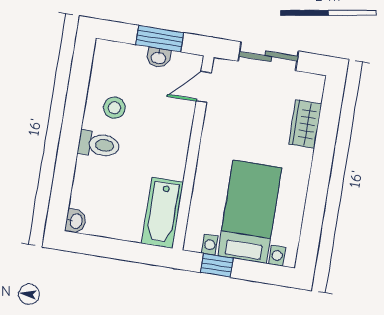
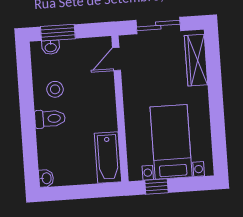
window: (160, 39) -> (58, 33), moved
washbasin: (158, 57) -> (51, 47), moved
wardrobe: (305, 124) -> (196, 60), width x1.50

